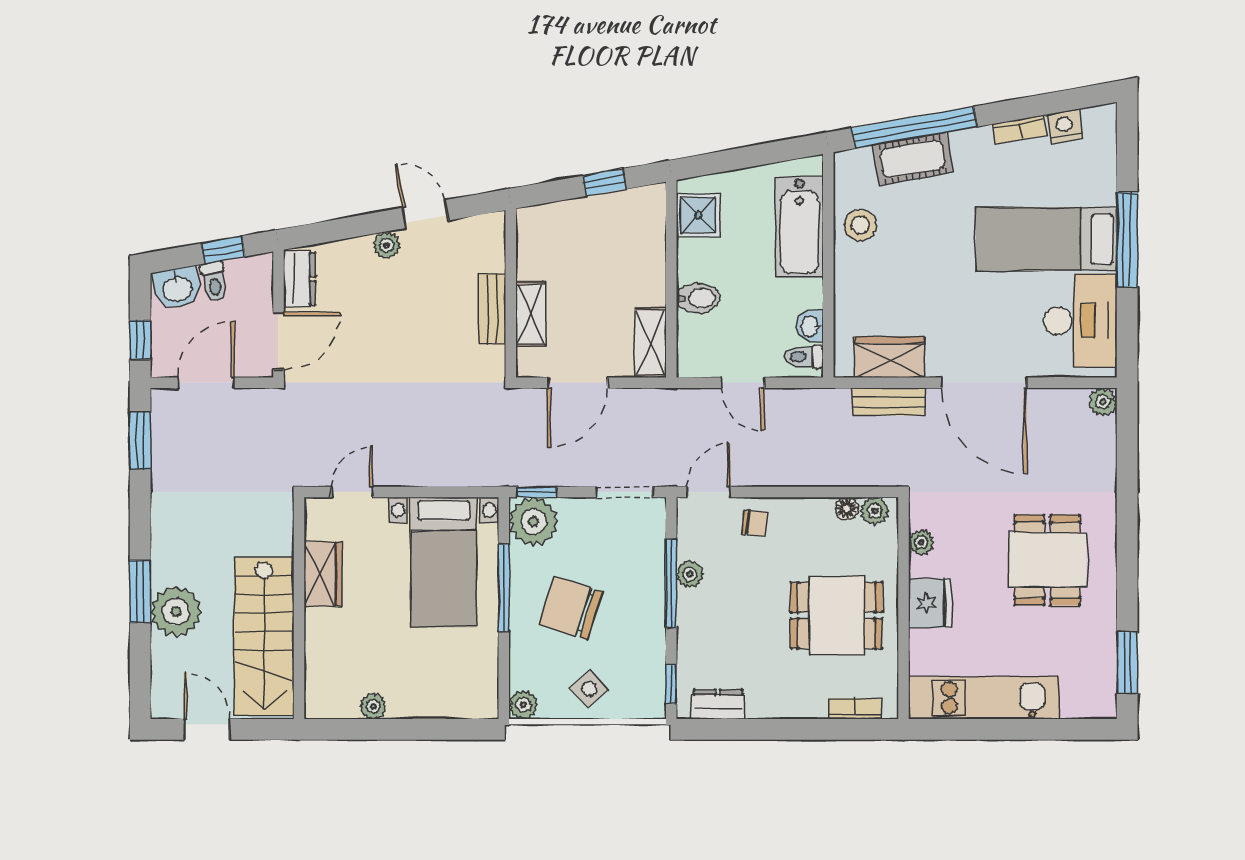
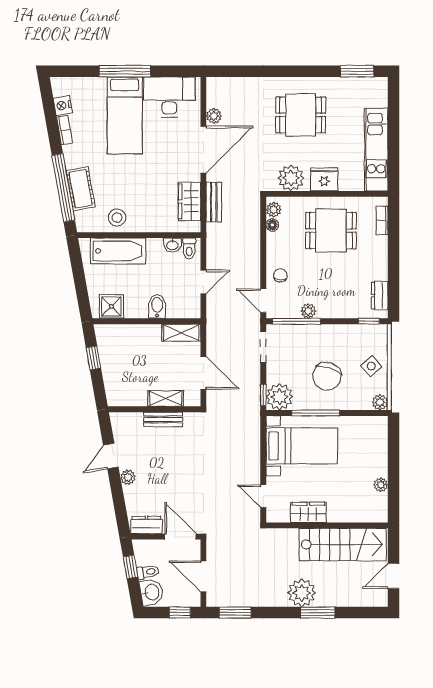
plant: (1103, 402) -> (214, 116), moved
plant: (921, 542) -> (291, 178), width x1.87, depth x1.87
window: (671, 583) -> (296, 321), moved
plant: (176, 612) -> (302, 593), moved
dining table: (837, 615) -> (331, 231), turned 90

